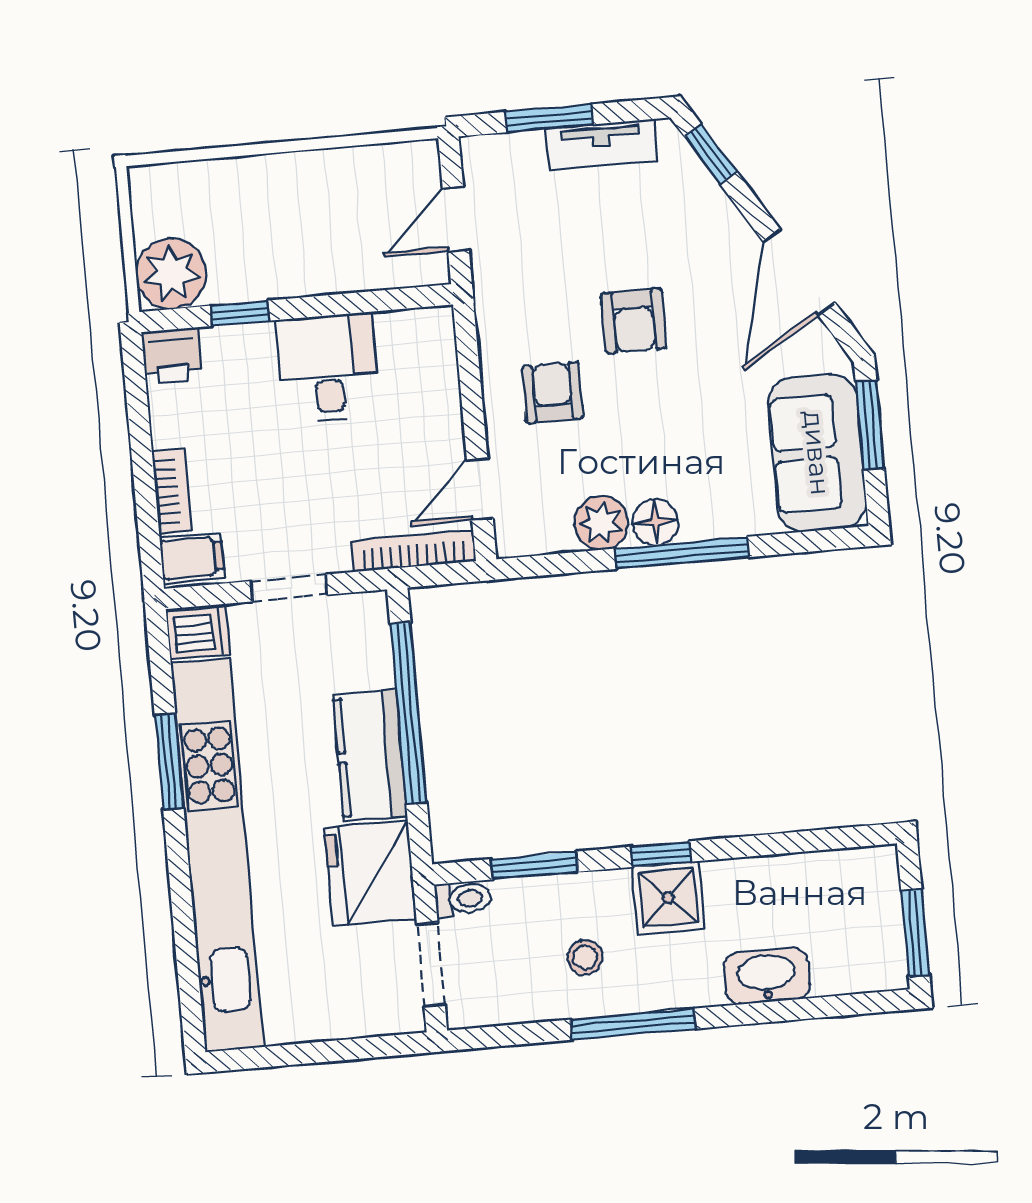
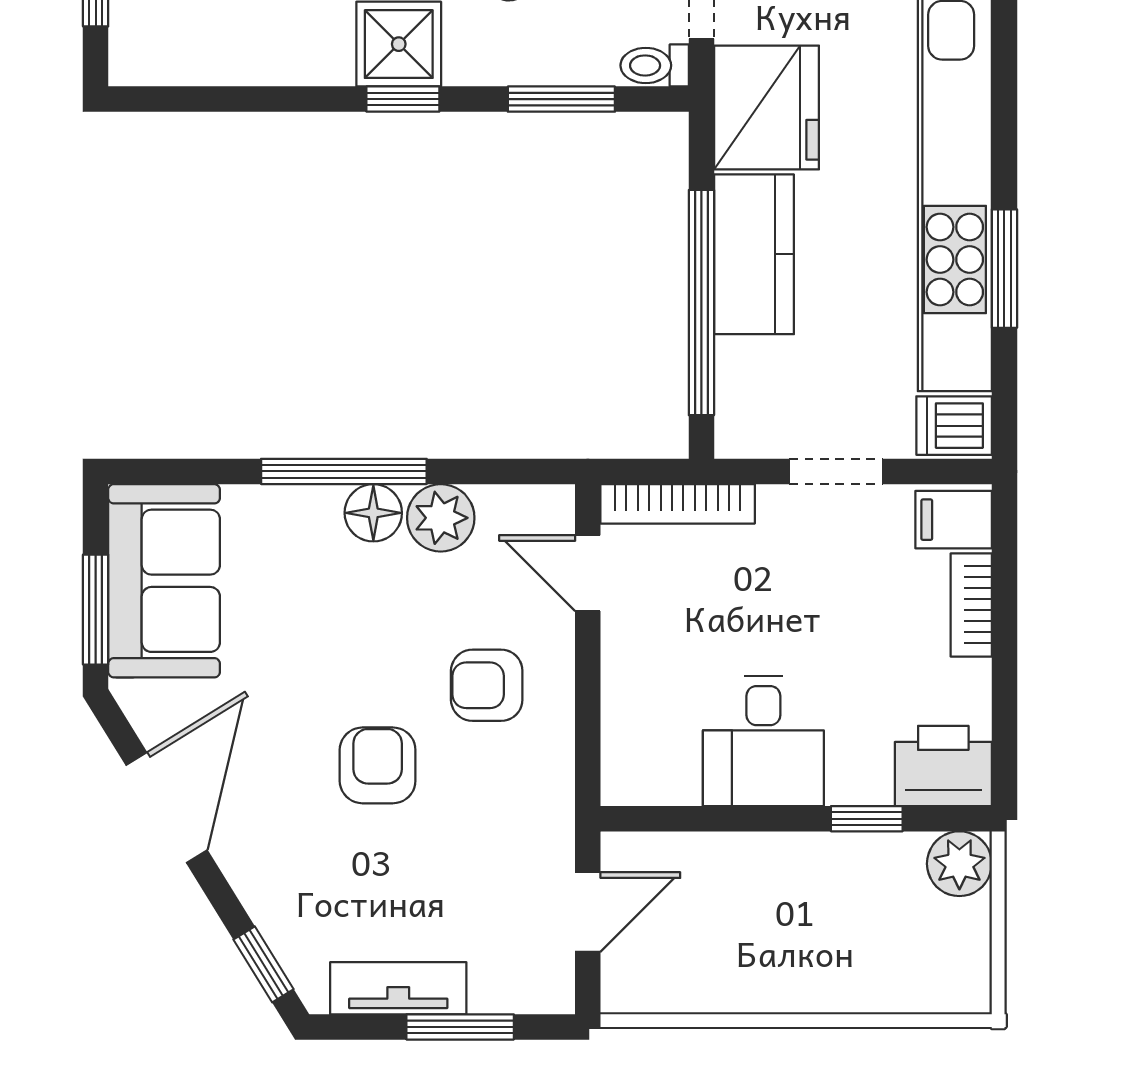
plant: (171, 274) -> (959, 864), width x0.73, depth x0.73
printer: (172, 355) -> (943, 766), width x1.36, depth x1.24
armchair: (553, 393) -> (487, 685), turned 90
door: (480, 489) -> (588, 573), swing flipped

